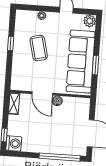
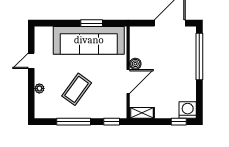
plant: (90, 21) -> (42, 33), removed
window: (11, 43) -> (74, 122), width x2.17
coffee table: (39, 48) -> (77, 89), turned -40
window: (8, 76) -> (112, 122), added

